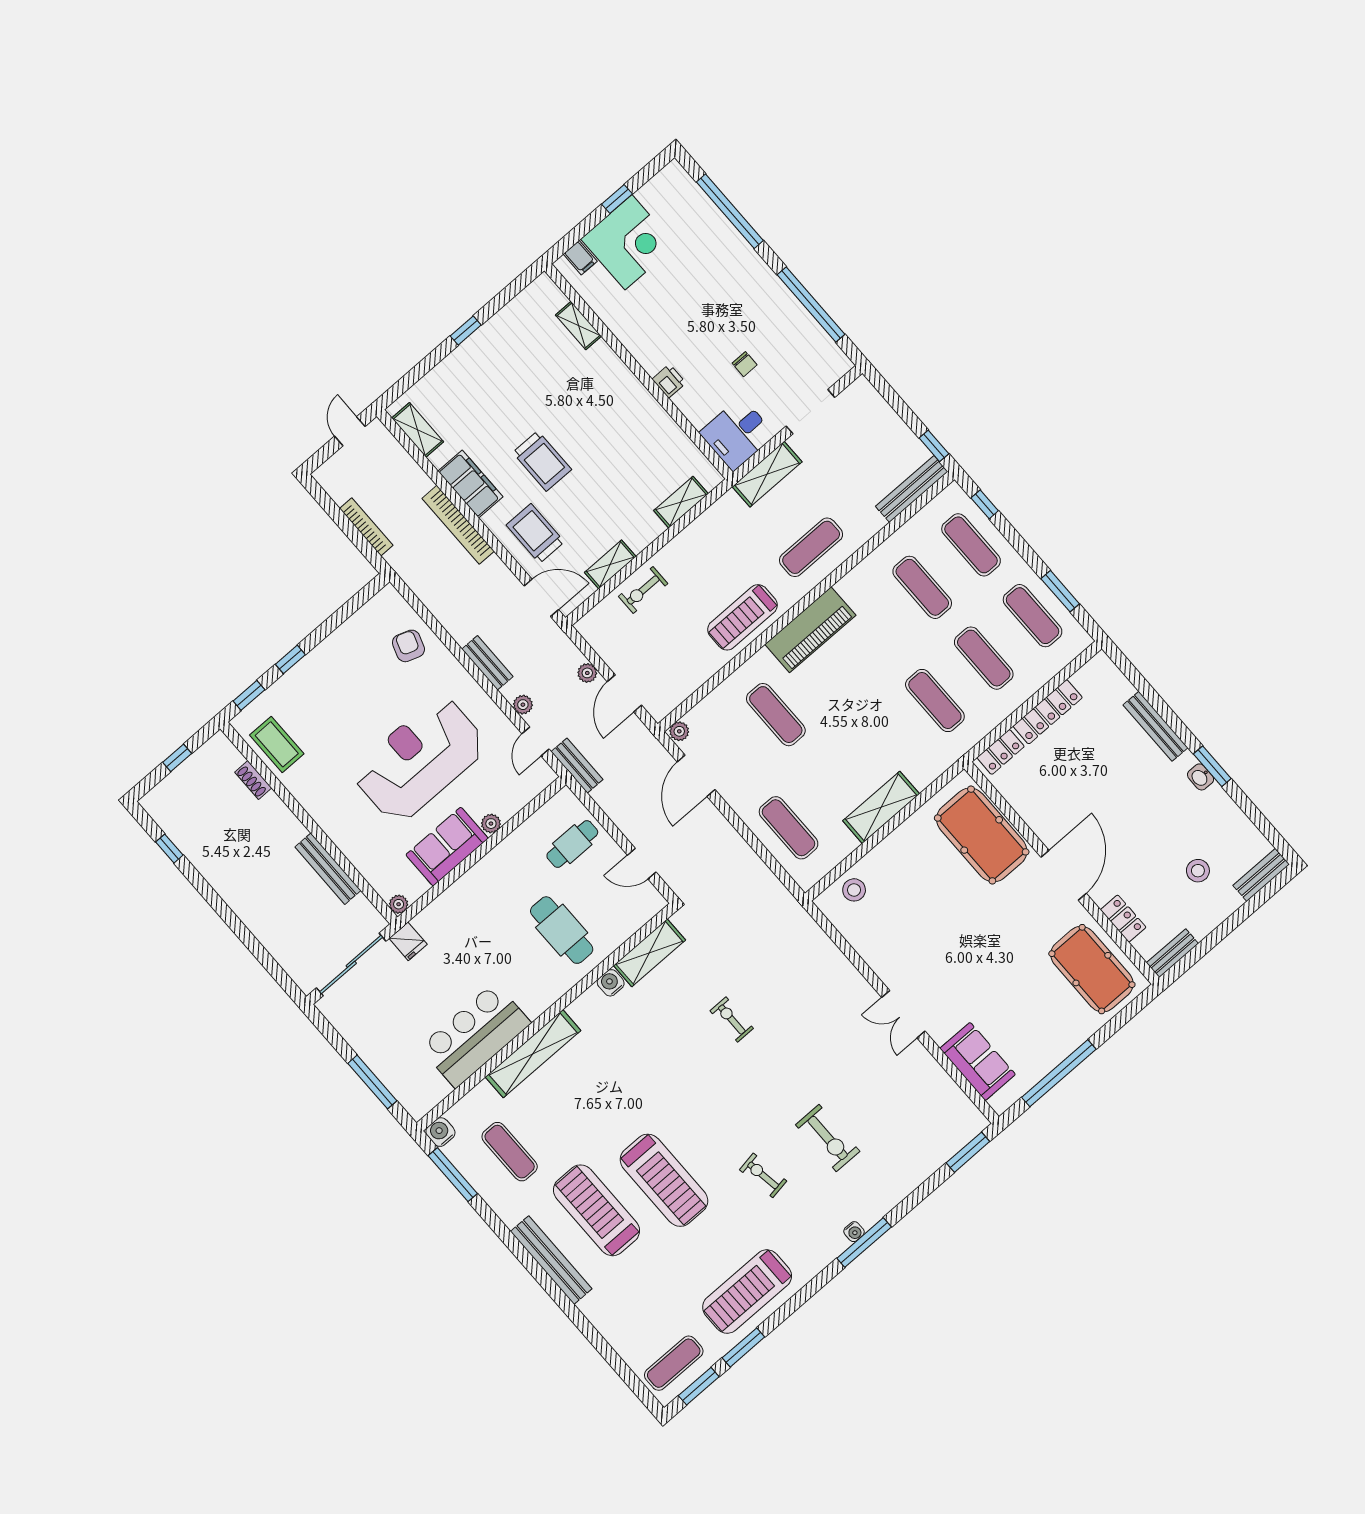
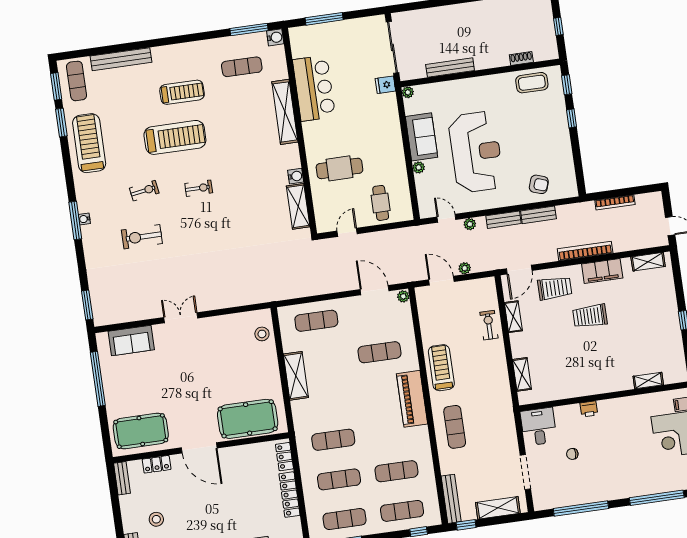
shelving: (767, 474) -> (498, 508), moved, turned 90
bench: (577, 766) -> (538, 215), moved
exercise bike: (732, 1020) -> (199, 188), moved
treadmill: (664, 1180) -> (175, 137), turned 180
treadmill: (597, 1210) -> (182, 92), width x0.73, depth x0.73
bench: (551, 1260) -> (121, 59), moved

